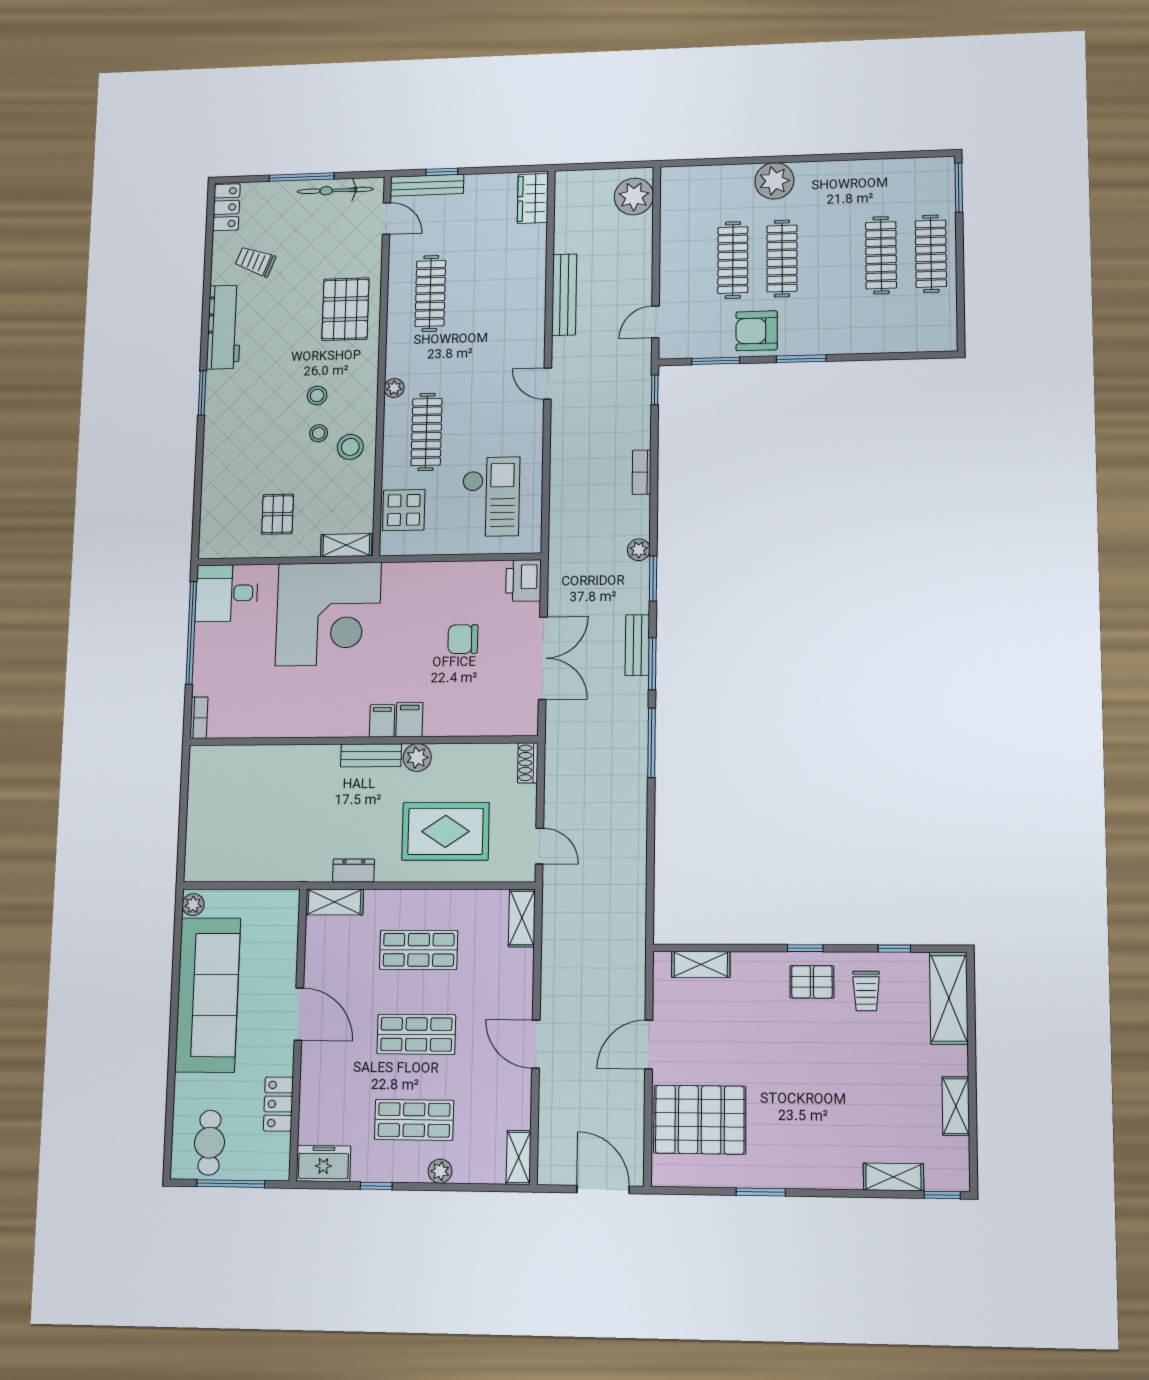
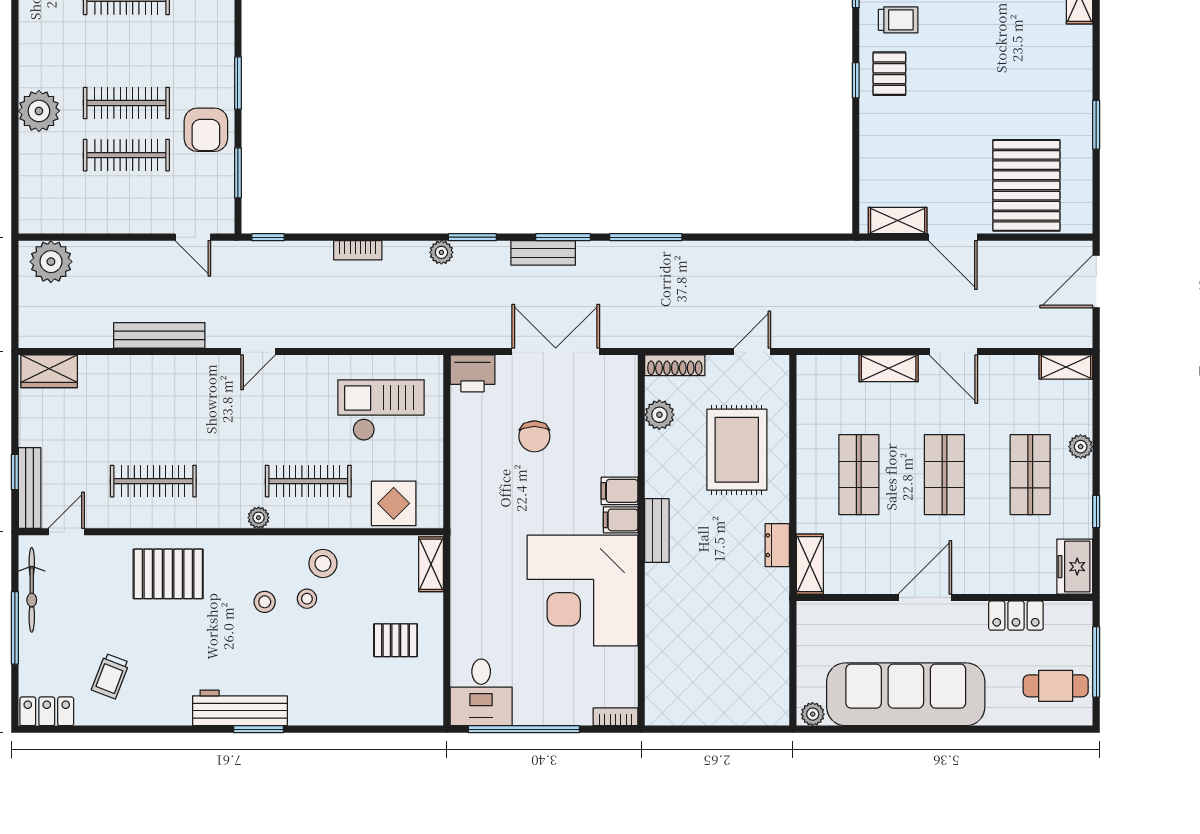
workbench: (224, 327) -> (240, 708), moved
corner desk: (328, 614) -> (582, 591), moved, turned 180
plant: (417, 757) -> (659, 415), moved
shoe rack: (528, 763) -> (675, 365), width x1.43
shelving: (522, 918) -> (889, 368), moved
shelving: (701, 964) -> (898, 221), moved, turned 90
door: (536, 1044) -> (953, 352), hinge flipped

